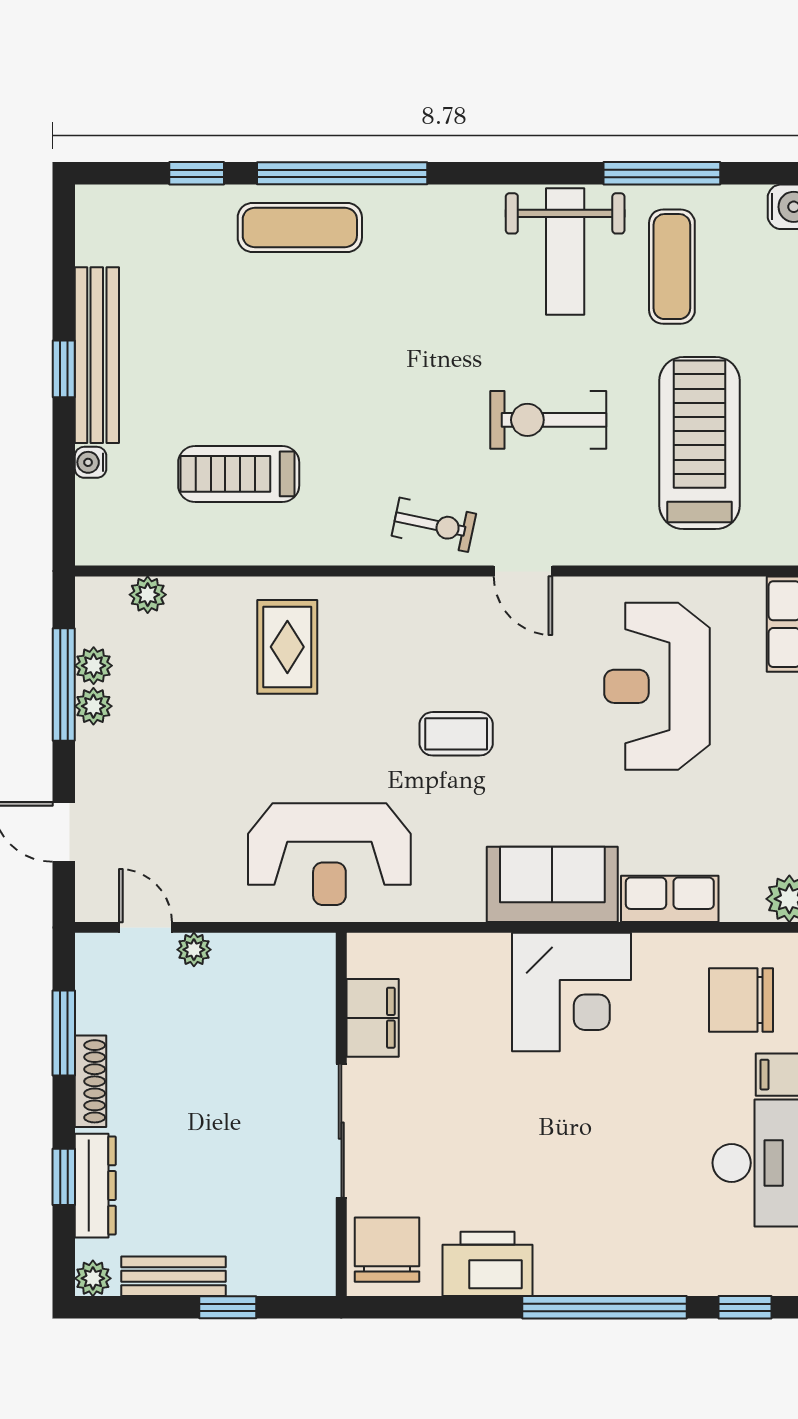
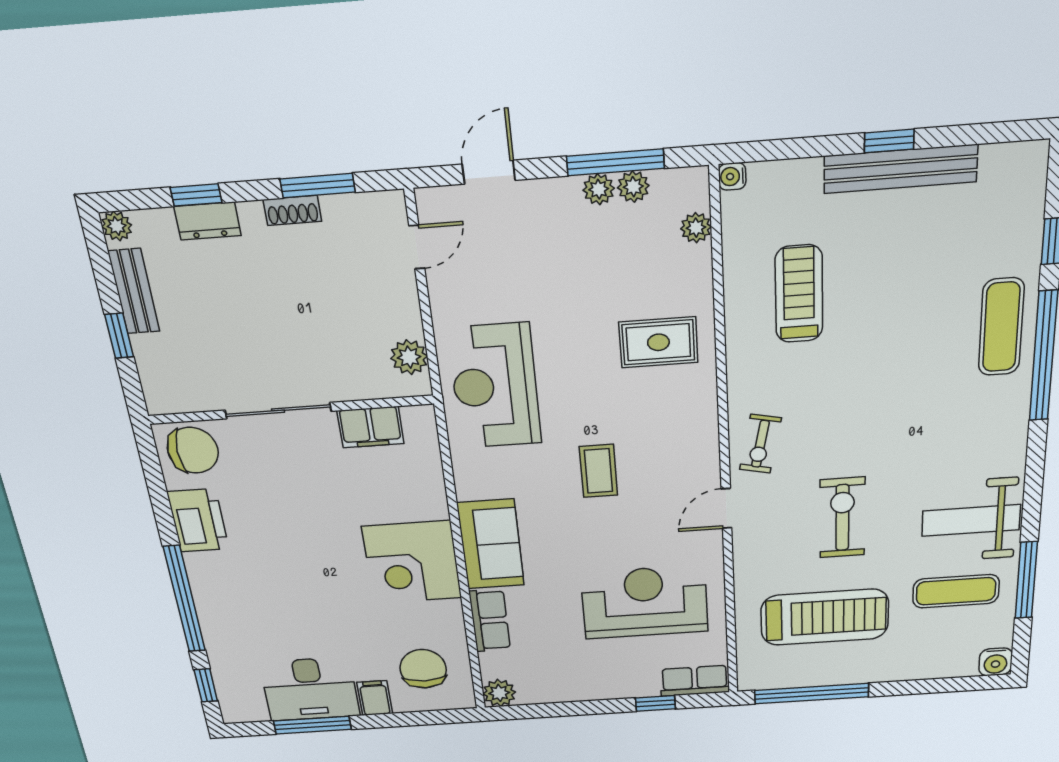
water cooler: (91, 462) -> (732, 176), moved, turned -90
plant: (194, 950) -> (409, 357), moved, width x1.38, depth x1.38
shoe rack: (91, 1081) -> (292, 210), width x0.70
dresser: (95, 1186) -> (208, 221), width x0.70

